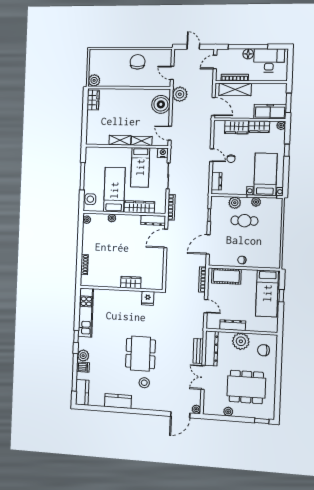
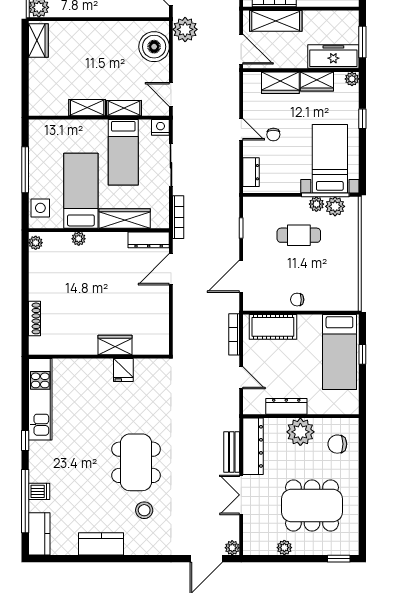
plant: (235, 203) -> (335, 206), moved
fridge: (148, 298) -> (123, 370), moved
plant: (83, 356) -> (39, 472), removed

